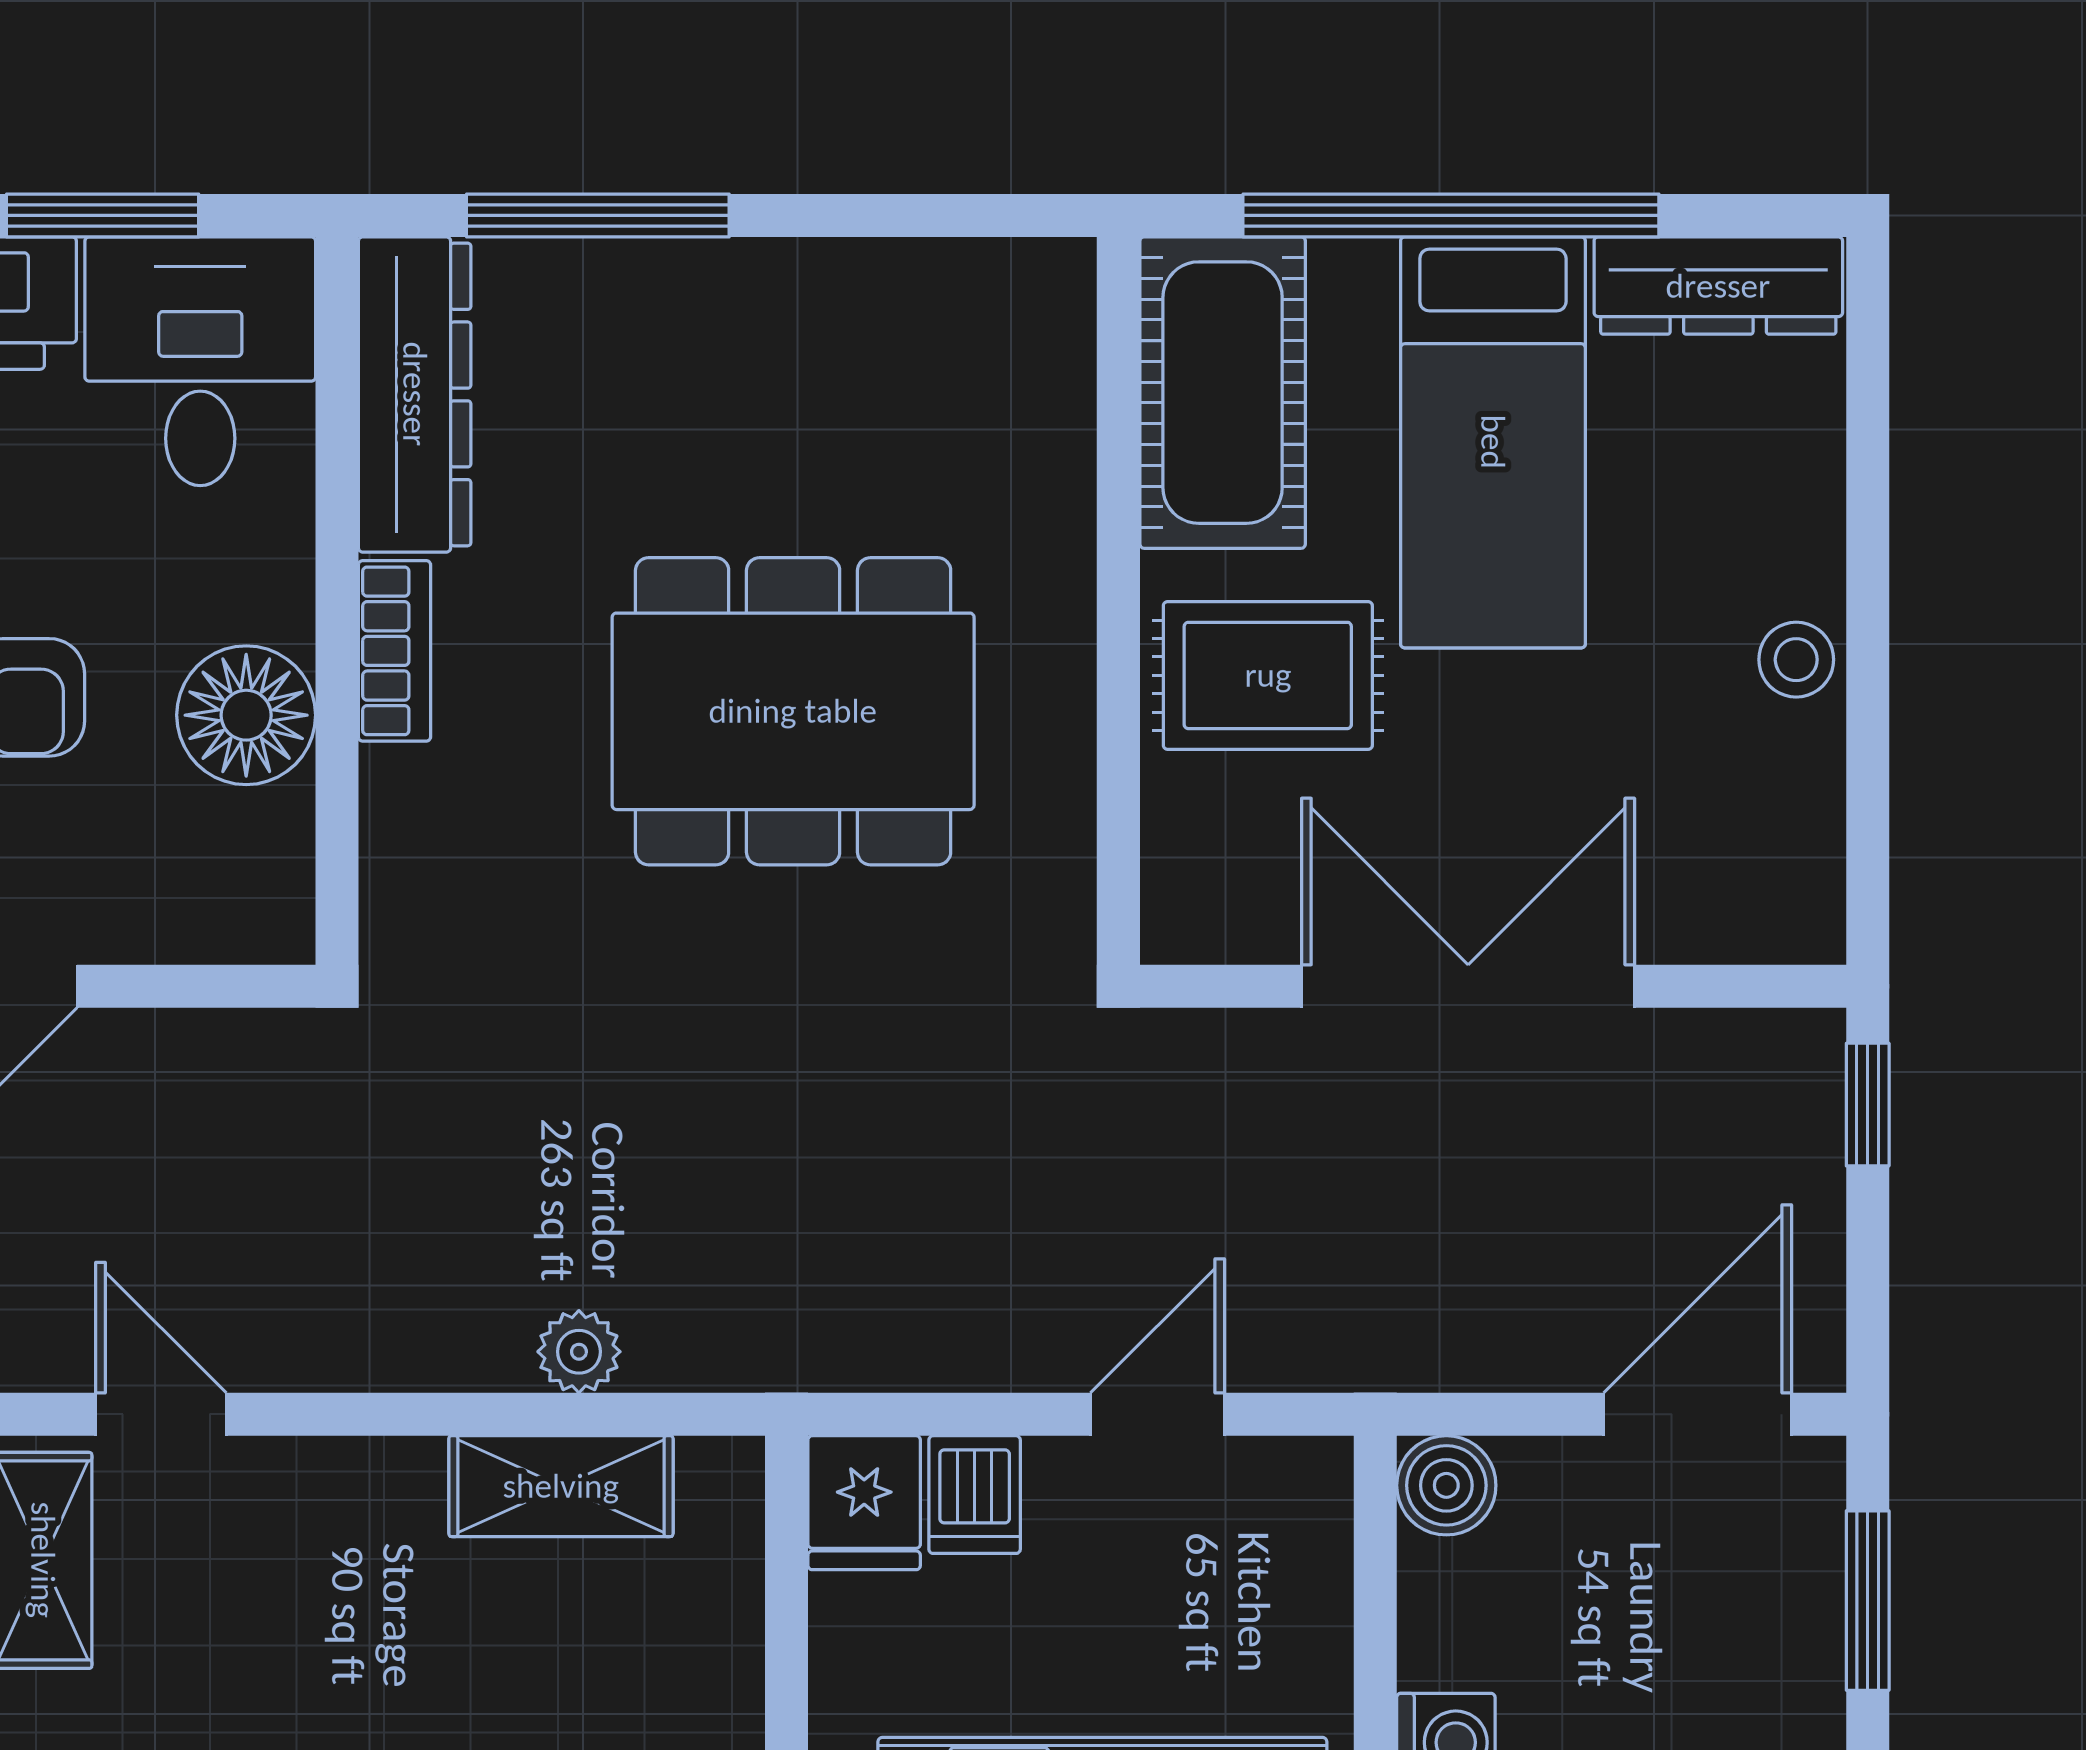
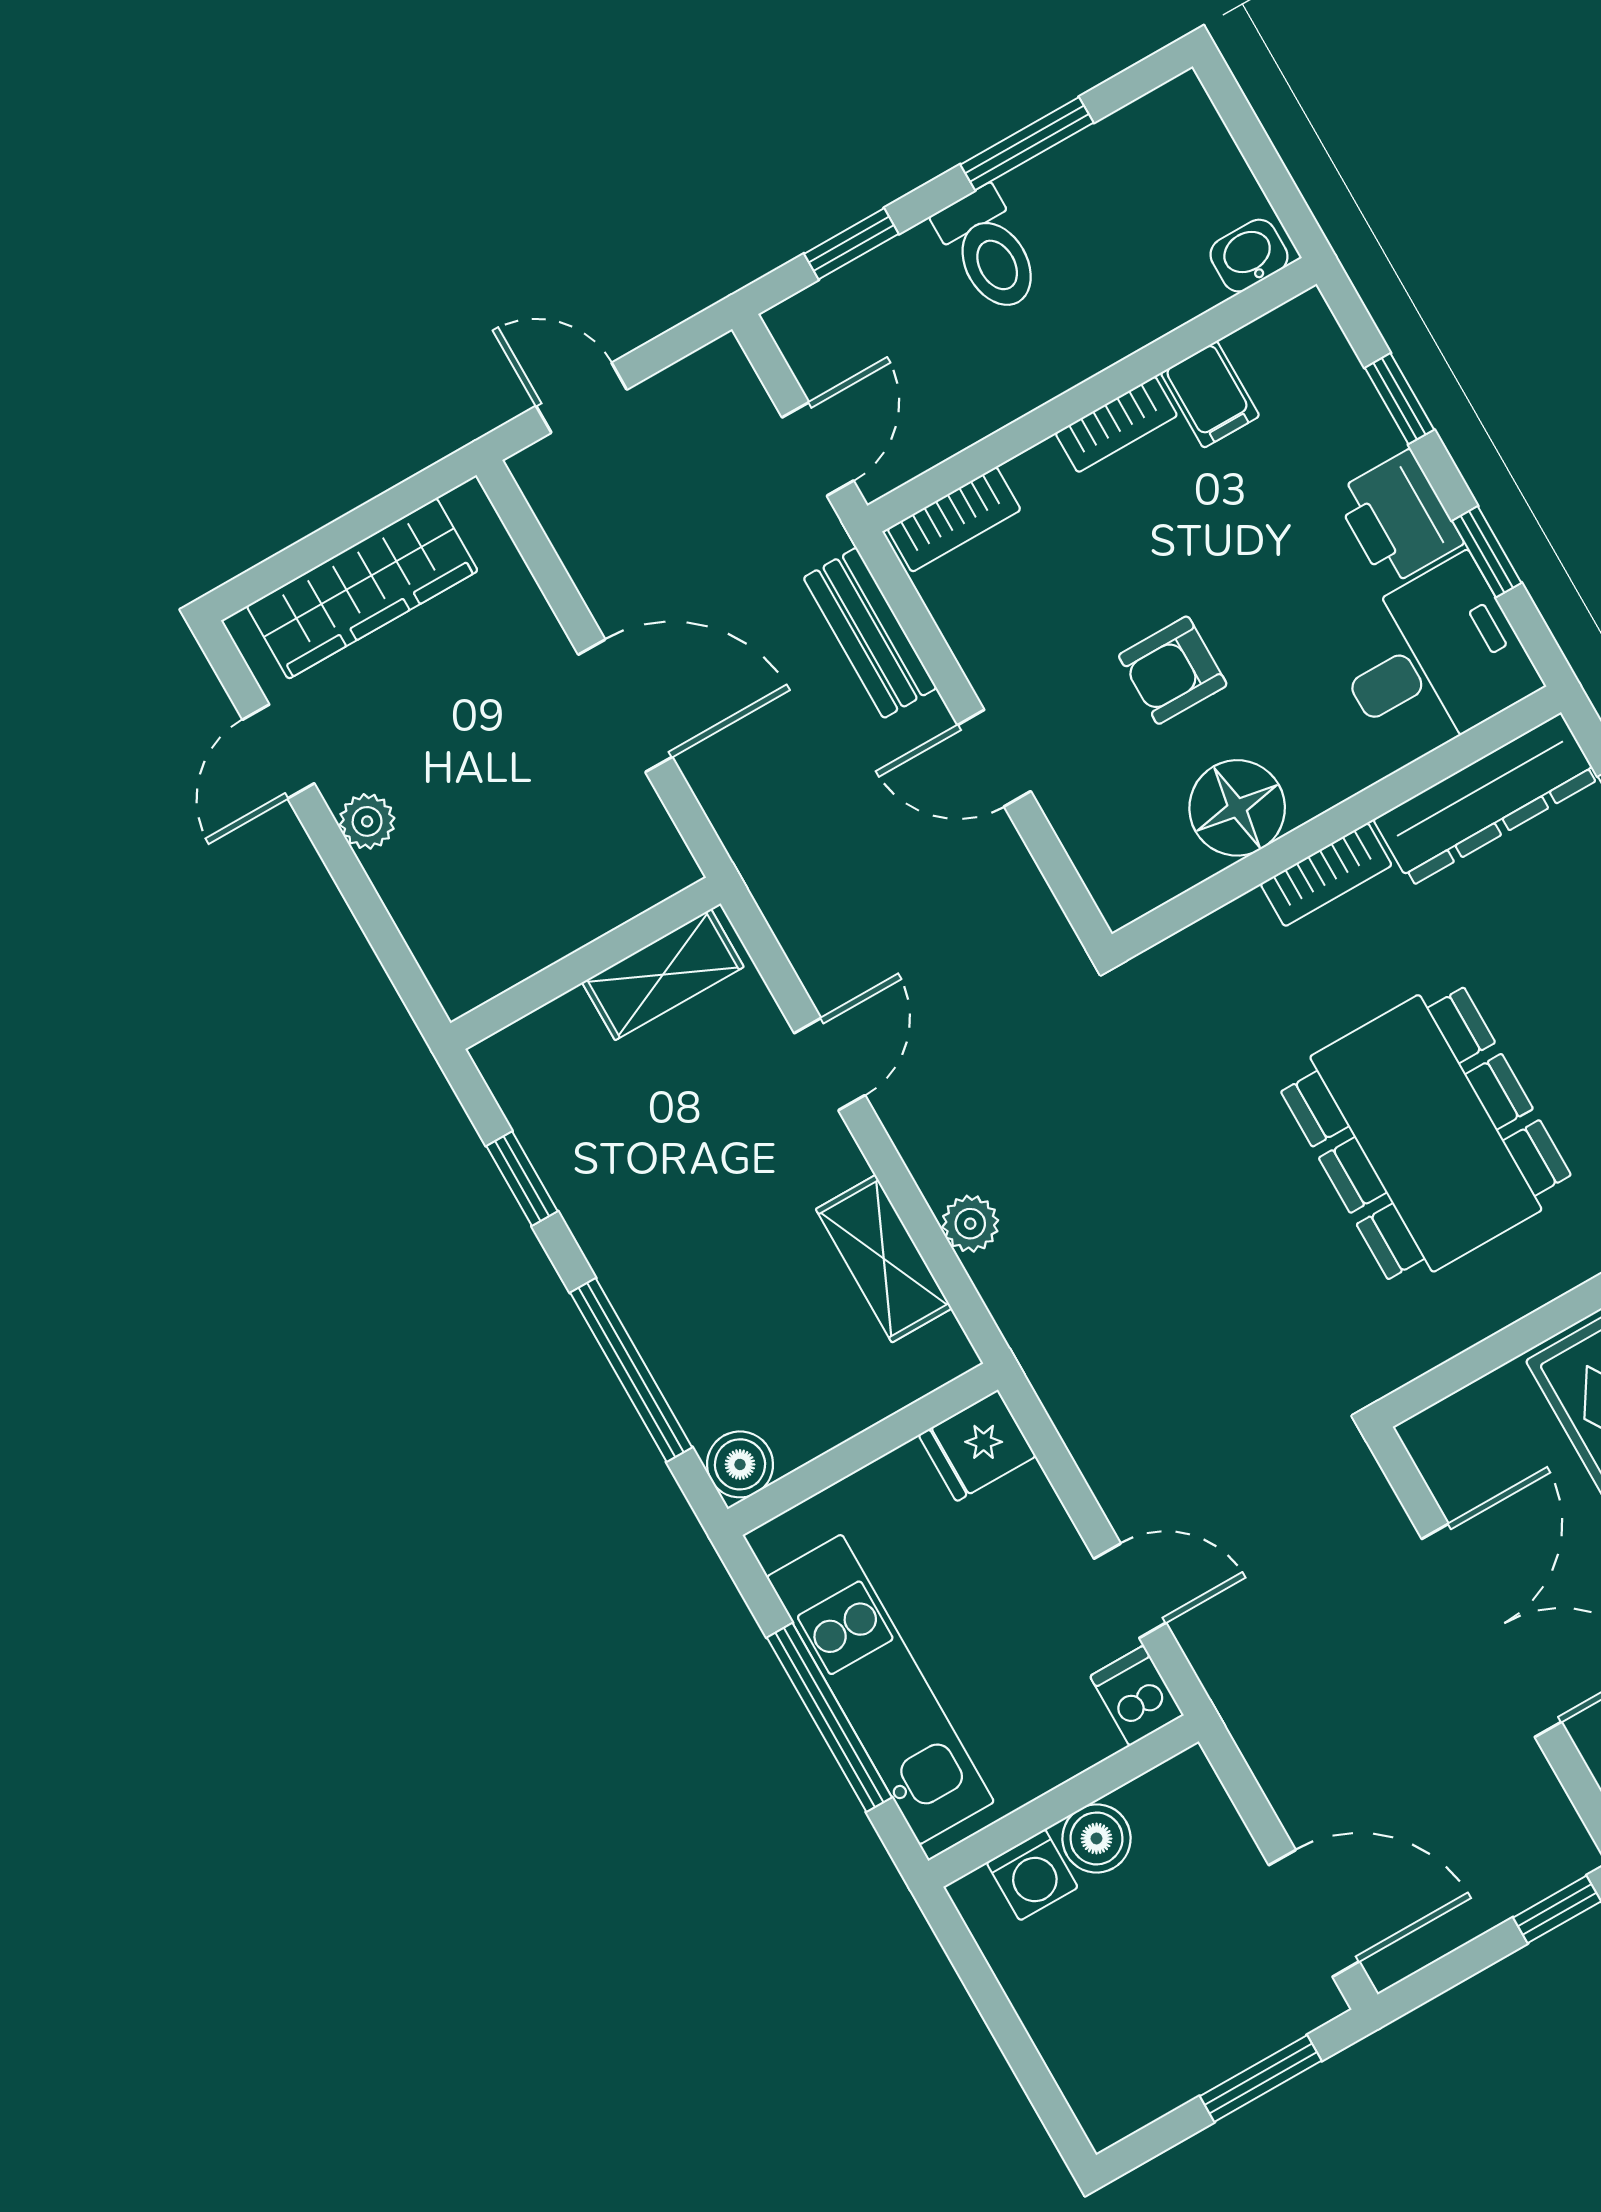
window: (103, 215) -> (1487, 552), width x0.67
door: (161, 1414) -> (830, 1064), moved
boiler: (1446, 1485) -> (1097, 1838), moved
dishwasher: (975, 1495) -> (1137, 1696), moved, turned 90

